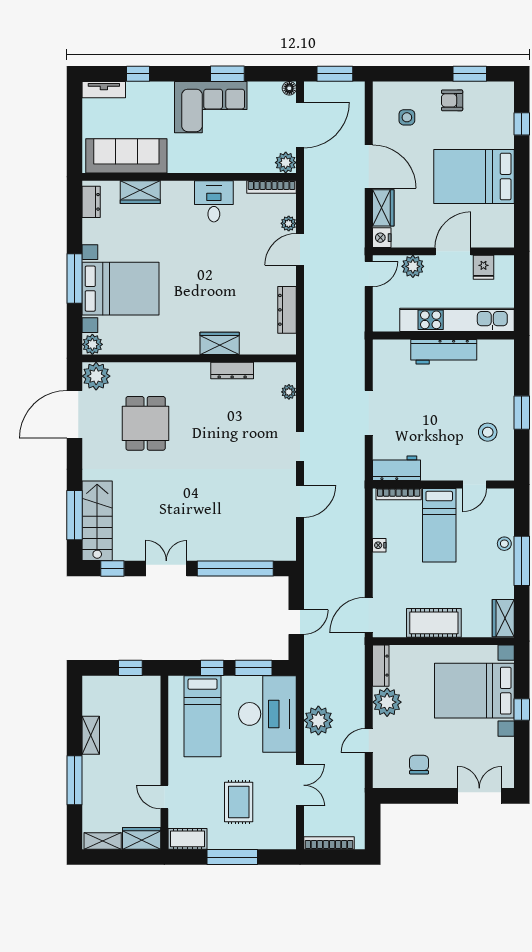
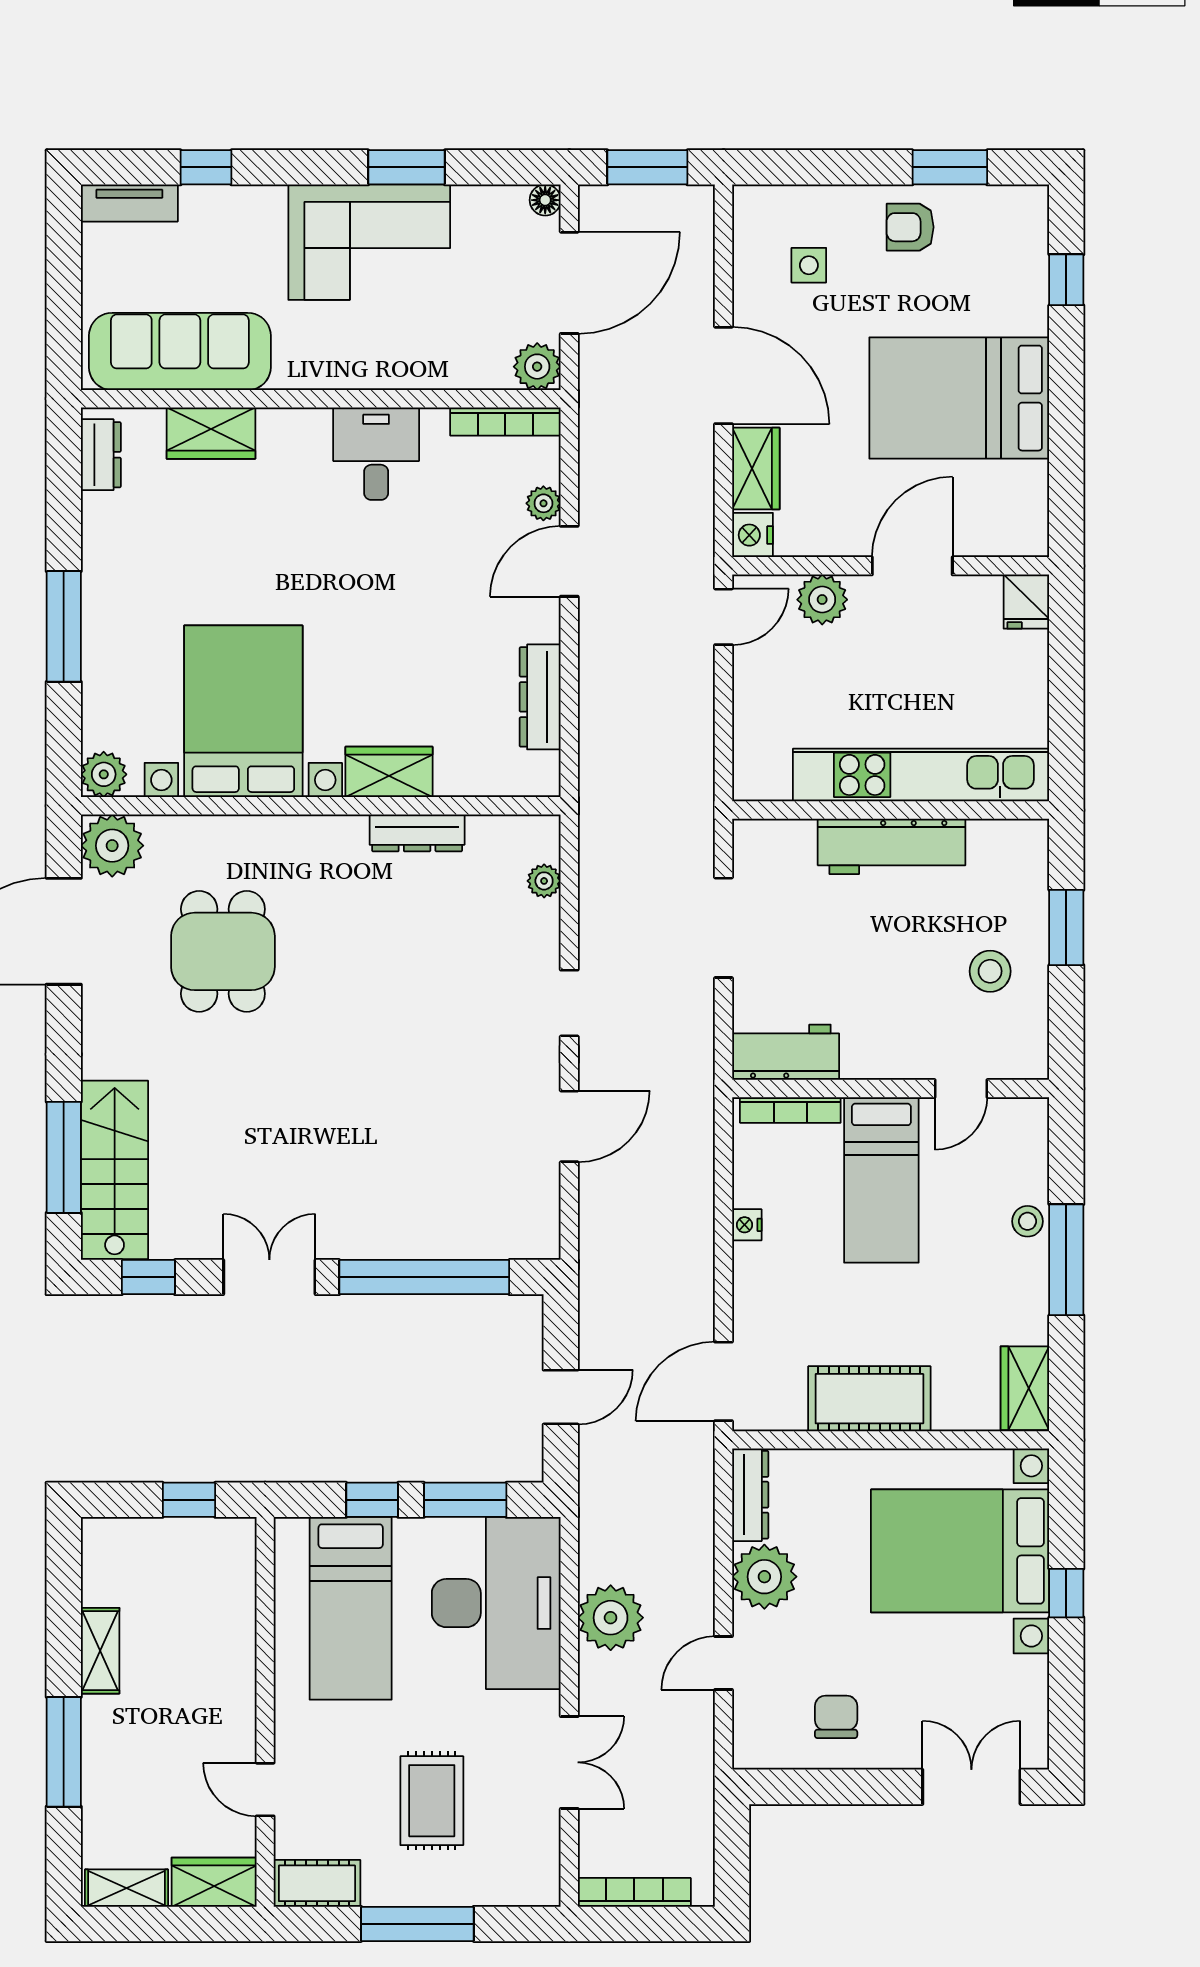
fridge: (483, 267) -> (1026, 602), moved
bed with nightstands: (121, 289) -> (243, 711), moved, turned -90
kitchen unit: (457, 320) -> (921, 775), moved
wall: (443, 335) -> (891, 810), moved
workbench: (444, 352) -> (892, 846), moved

